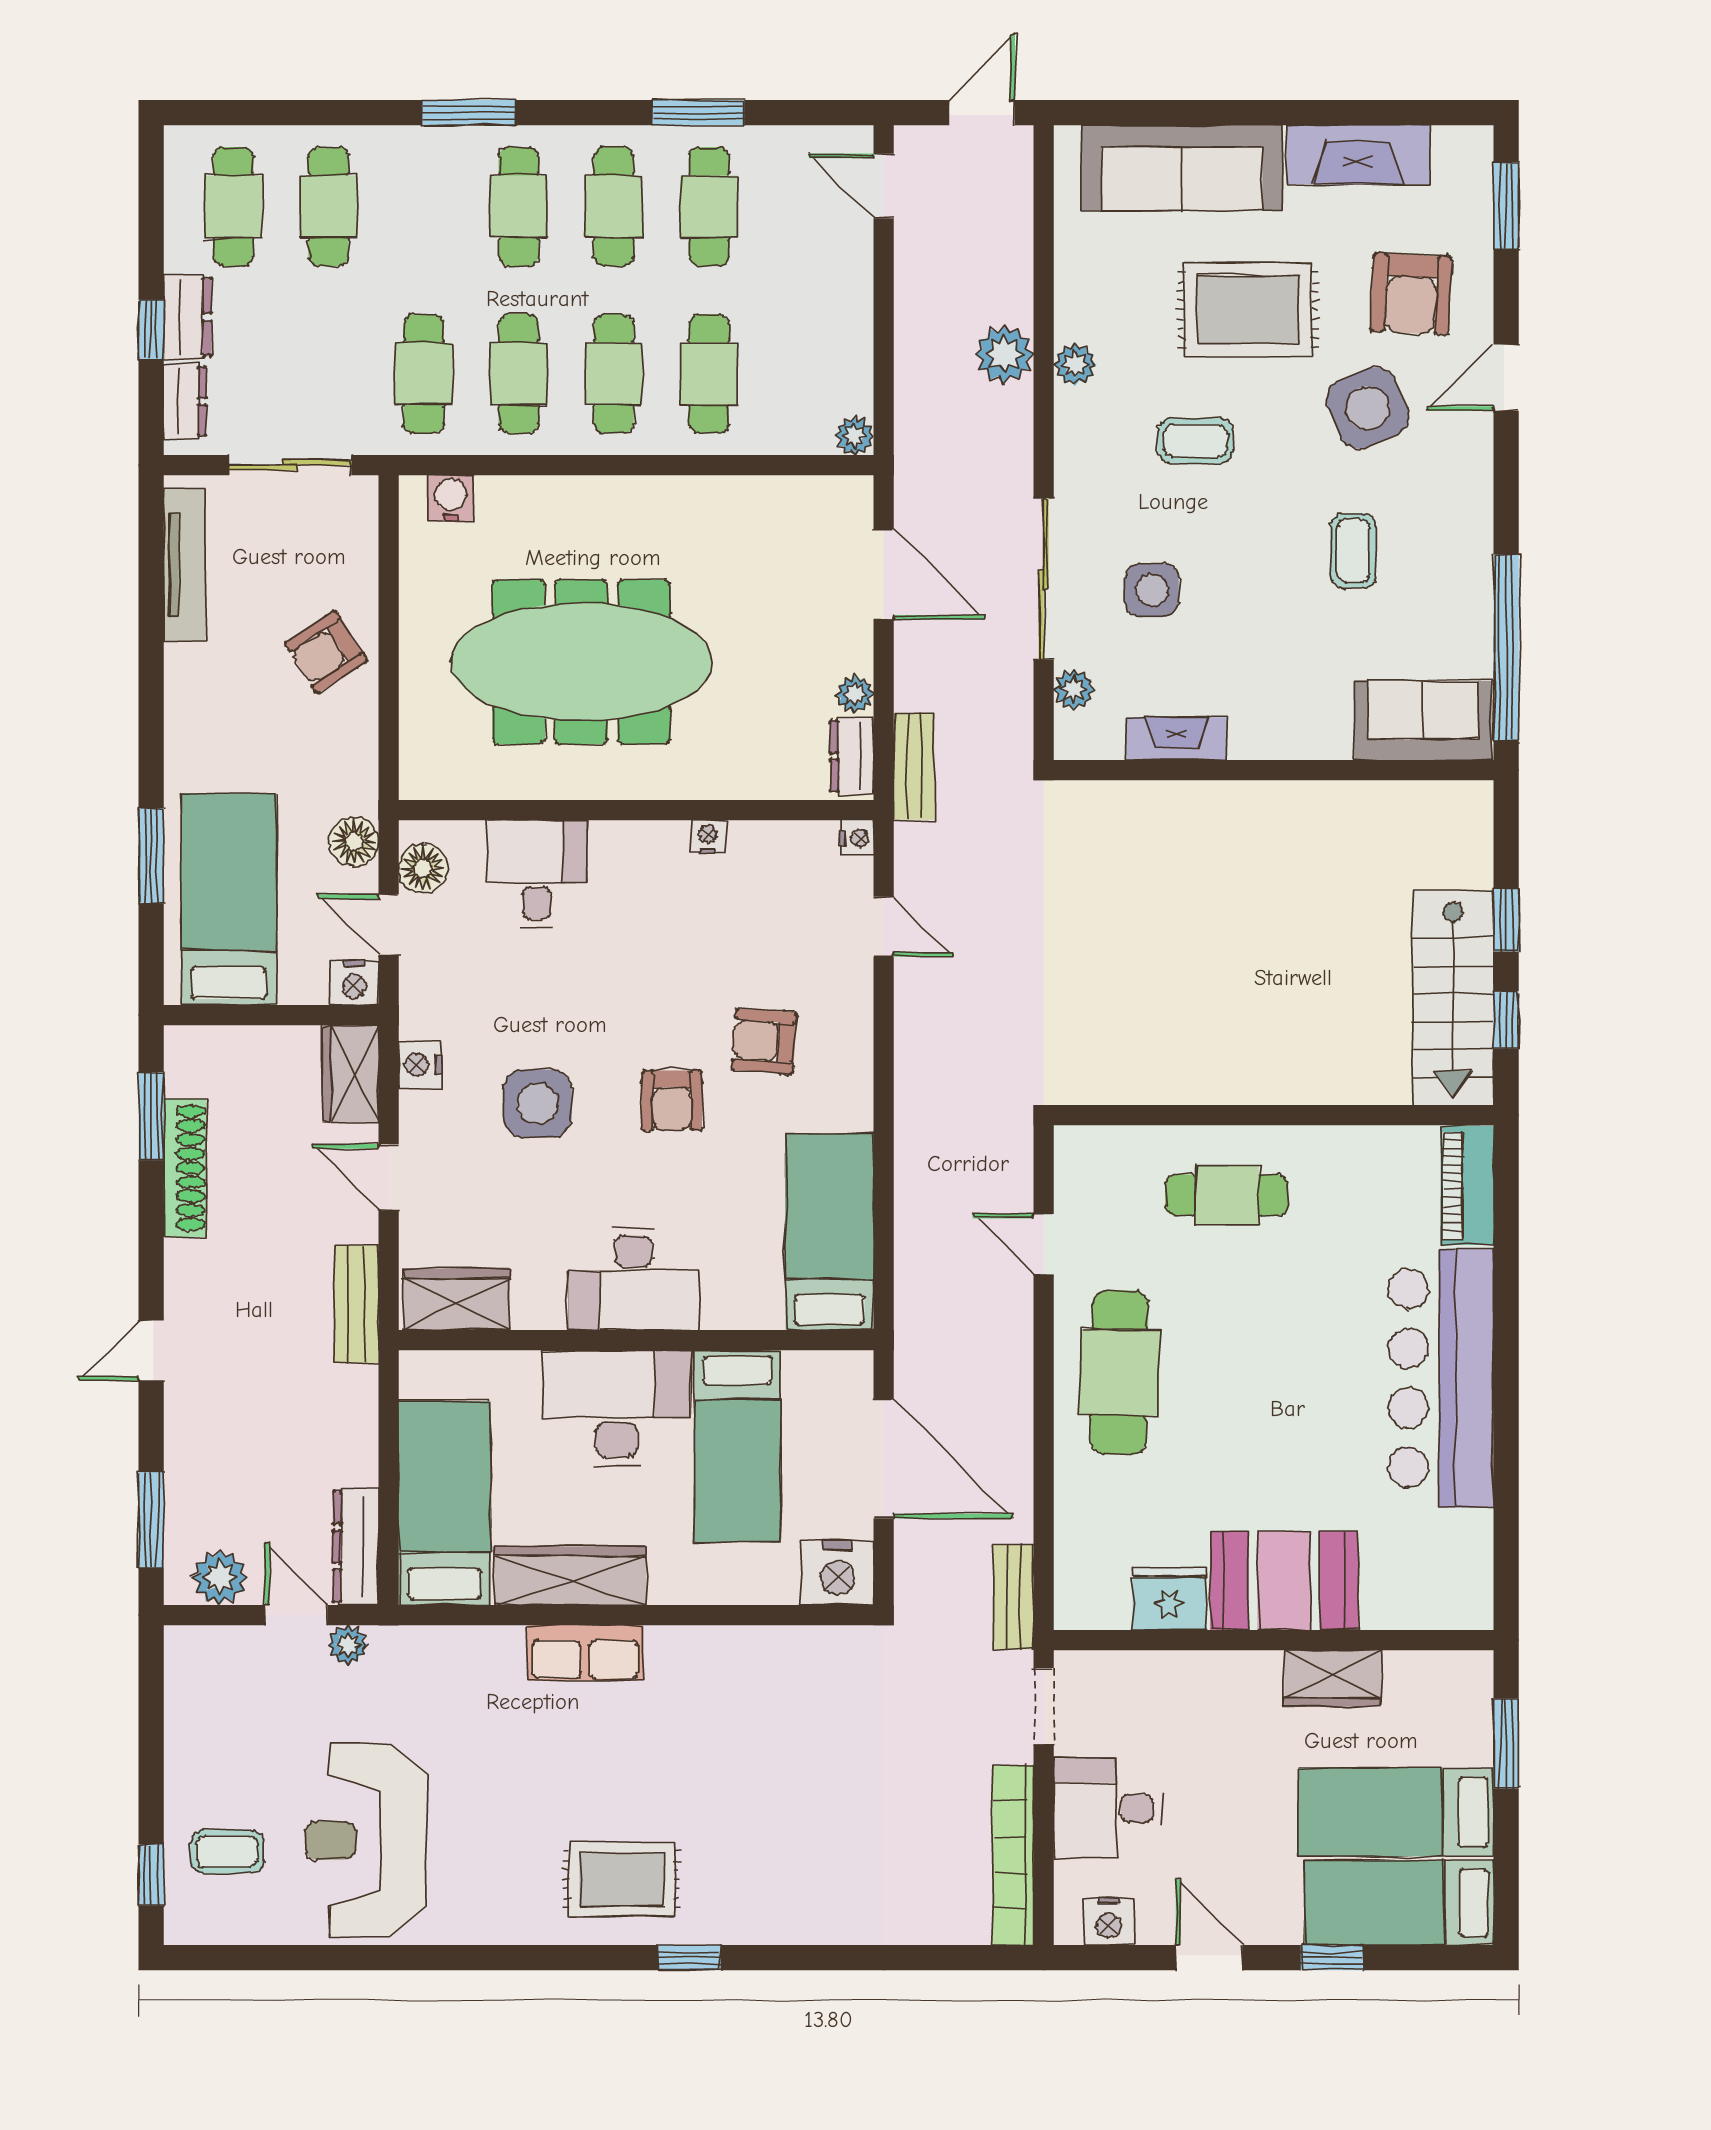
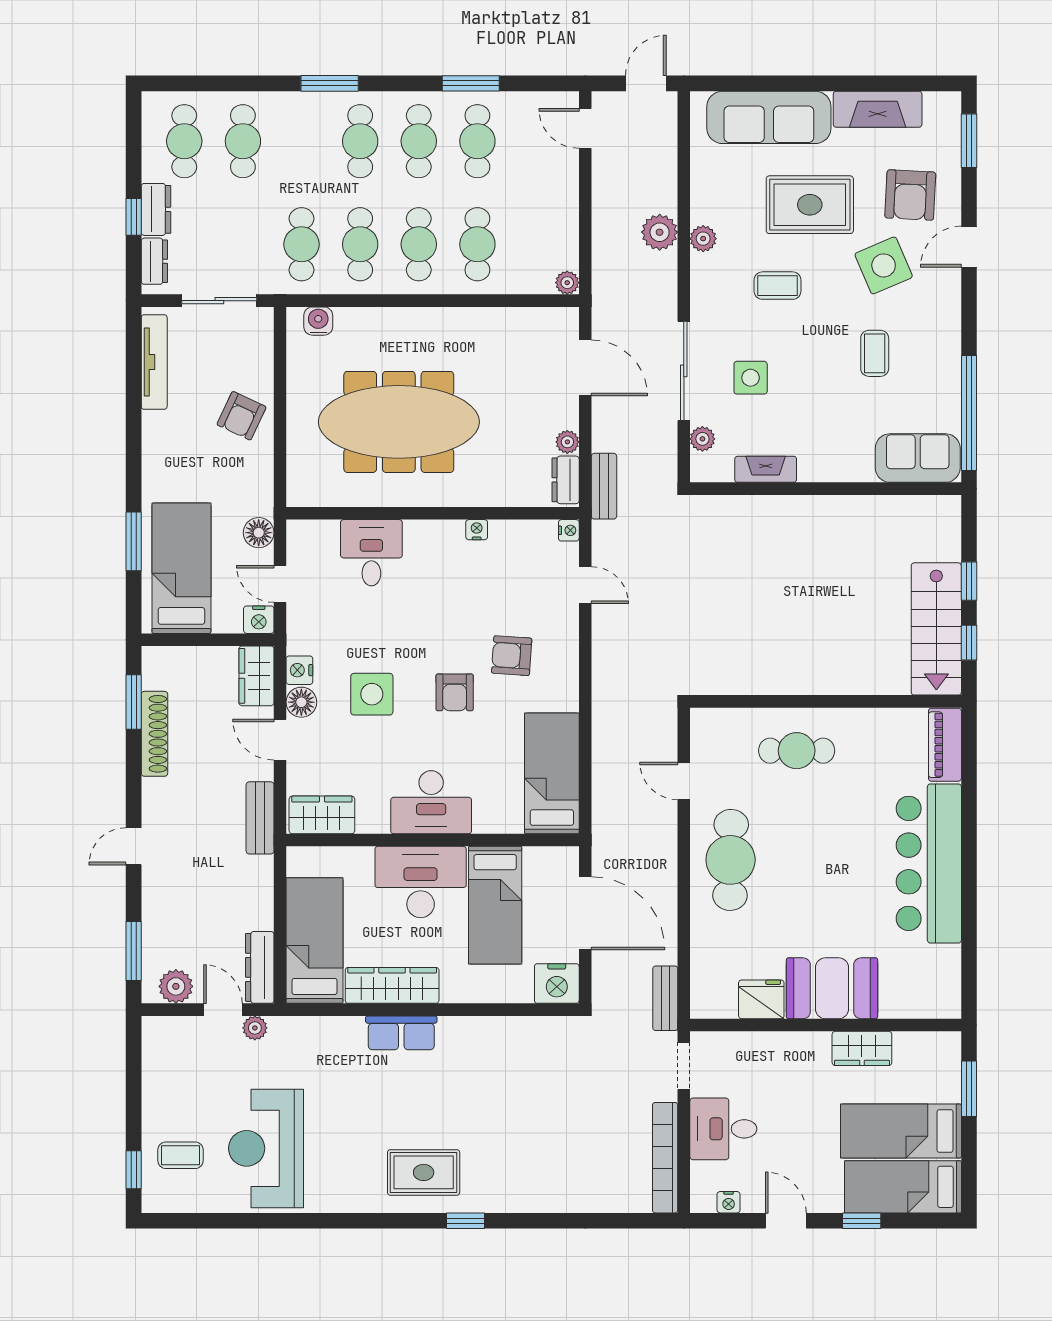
armchair: (326, 652) -> (241, 416), turned -32
floor lamp: (423, 868) -> (301, 702), moved
nightstand: (1109, 1922) -> (729, 1202), width x0.72, depth x0.74

